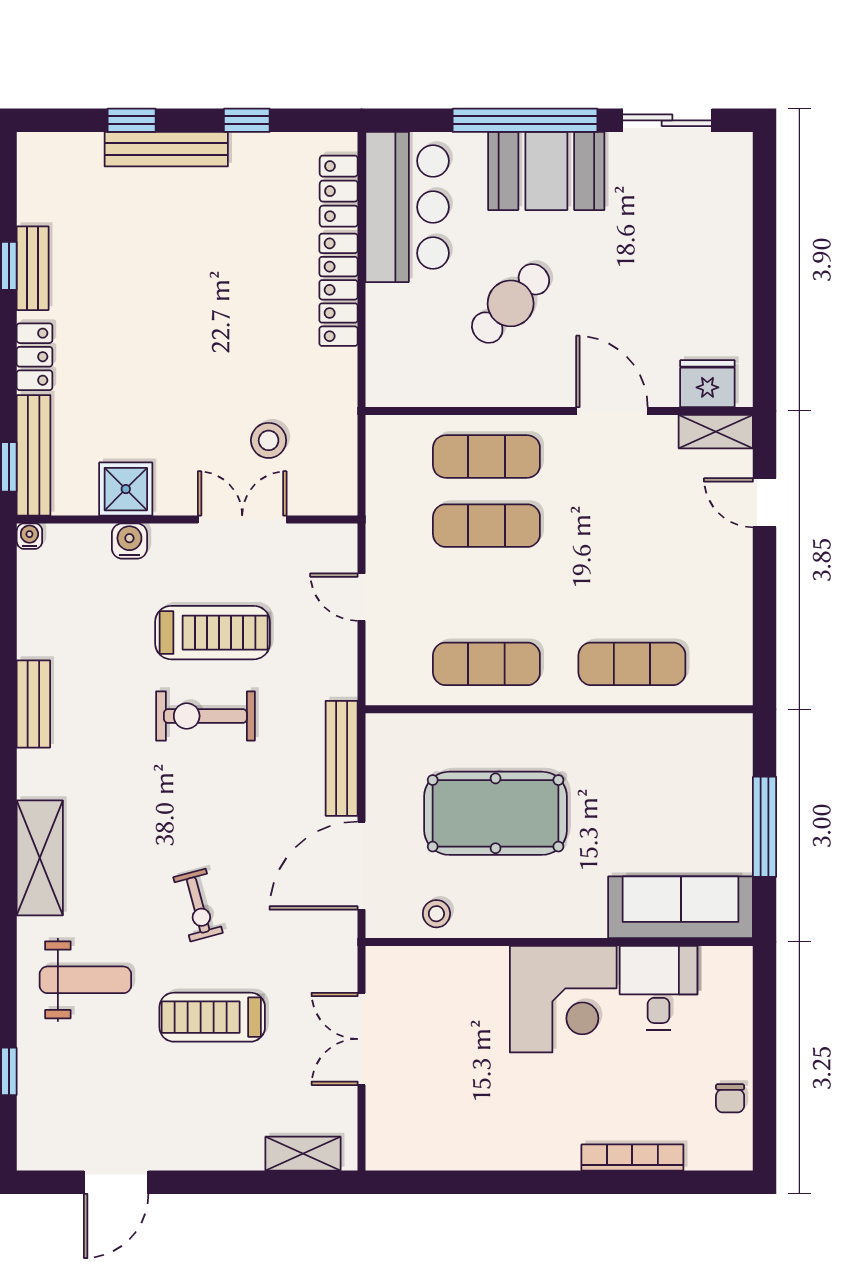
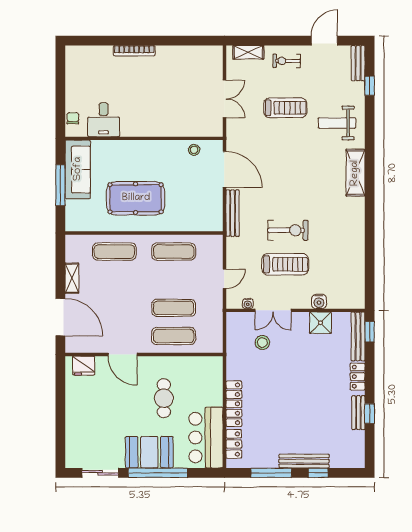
window: (247, 120) -> (271, 473), width x2.17
cafe table: (511, 303) -> (164, 398), turned -44
shelving: (716, 432) -> (72, 278), moved, turned 90
door: (765, 503) -> (60, 317), width x1.87
water cooler: (29, 536) -> (248, 304), moved
door: (362, 597) -> (224, 279), hinge flipped
treadmill: (212, 633) -> (285, 264), turned 180
bench: (33, 704) -> (358, 63), moved
pool table: (496, 813) -> (136, 198), moved
door: (362, 866) -> (224, 169), hinge flipped
exercise bike: (198, 905) -> (287, 61), moved, turned -75
sofa: (681, 907) -> (78, 169), moved, turned -90
corner desk: (563, 999) -> (142, 115), removed
chair: (730, 1098) -> (73, 118), moved
bookcase: (632, 1157) -> (134, 51), moved

